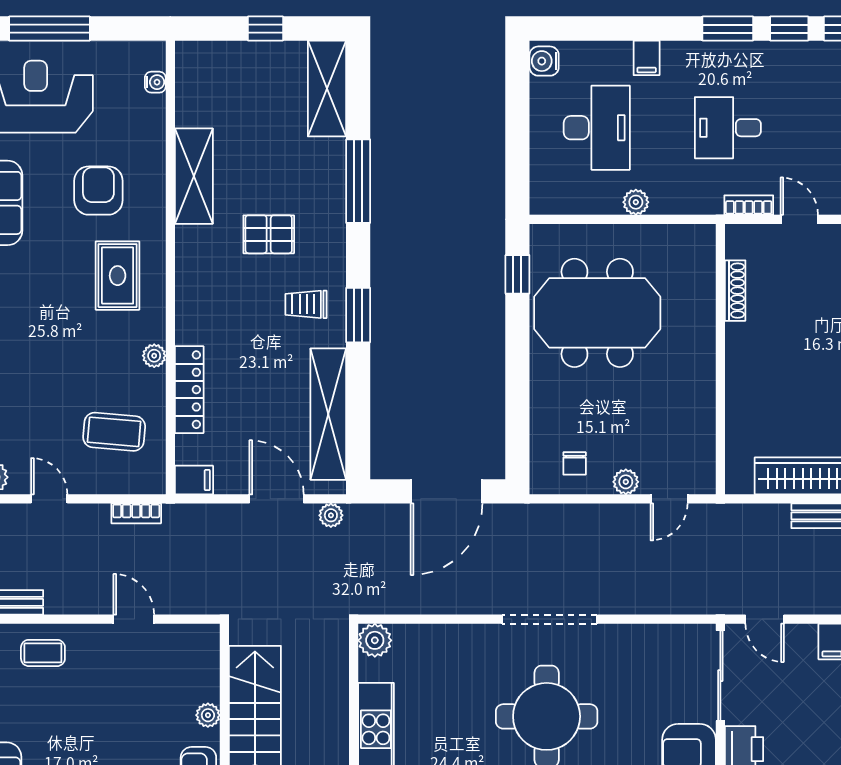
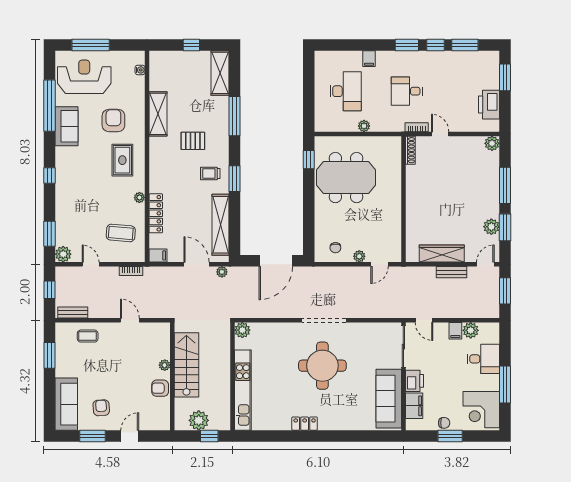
water cooler: (544, 61) -> (321, 60), removed
shoe rack: (735, 291) -> (410, 150), moved

